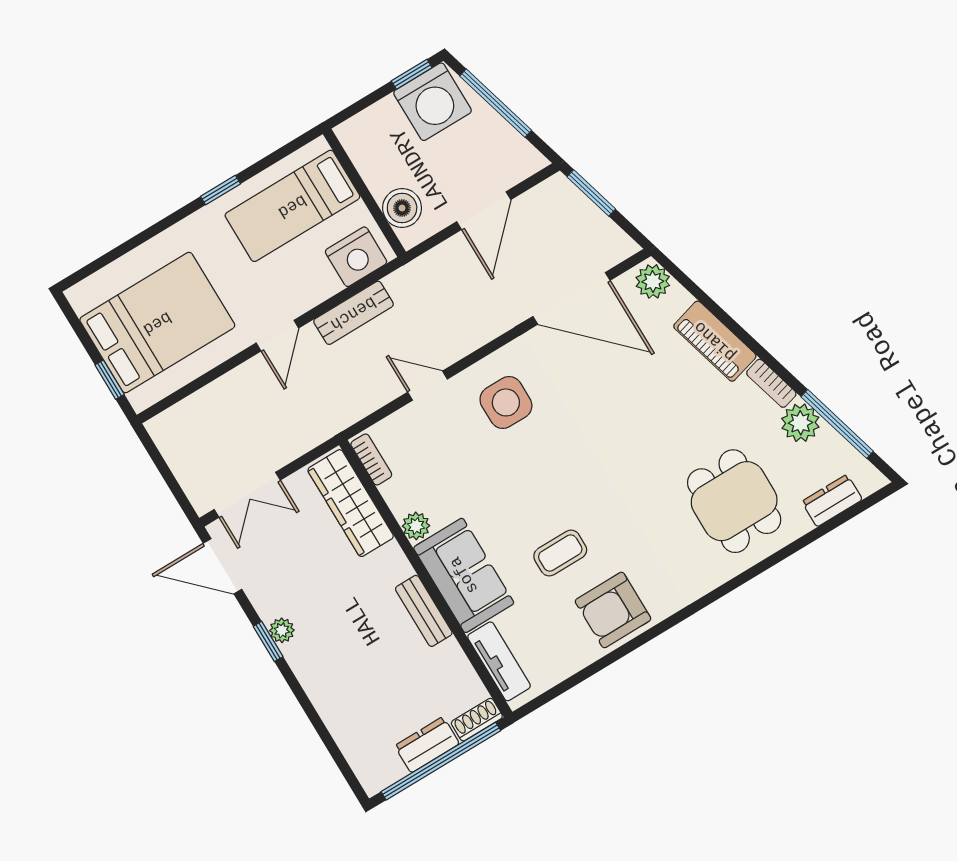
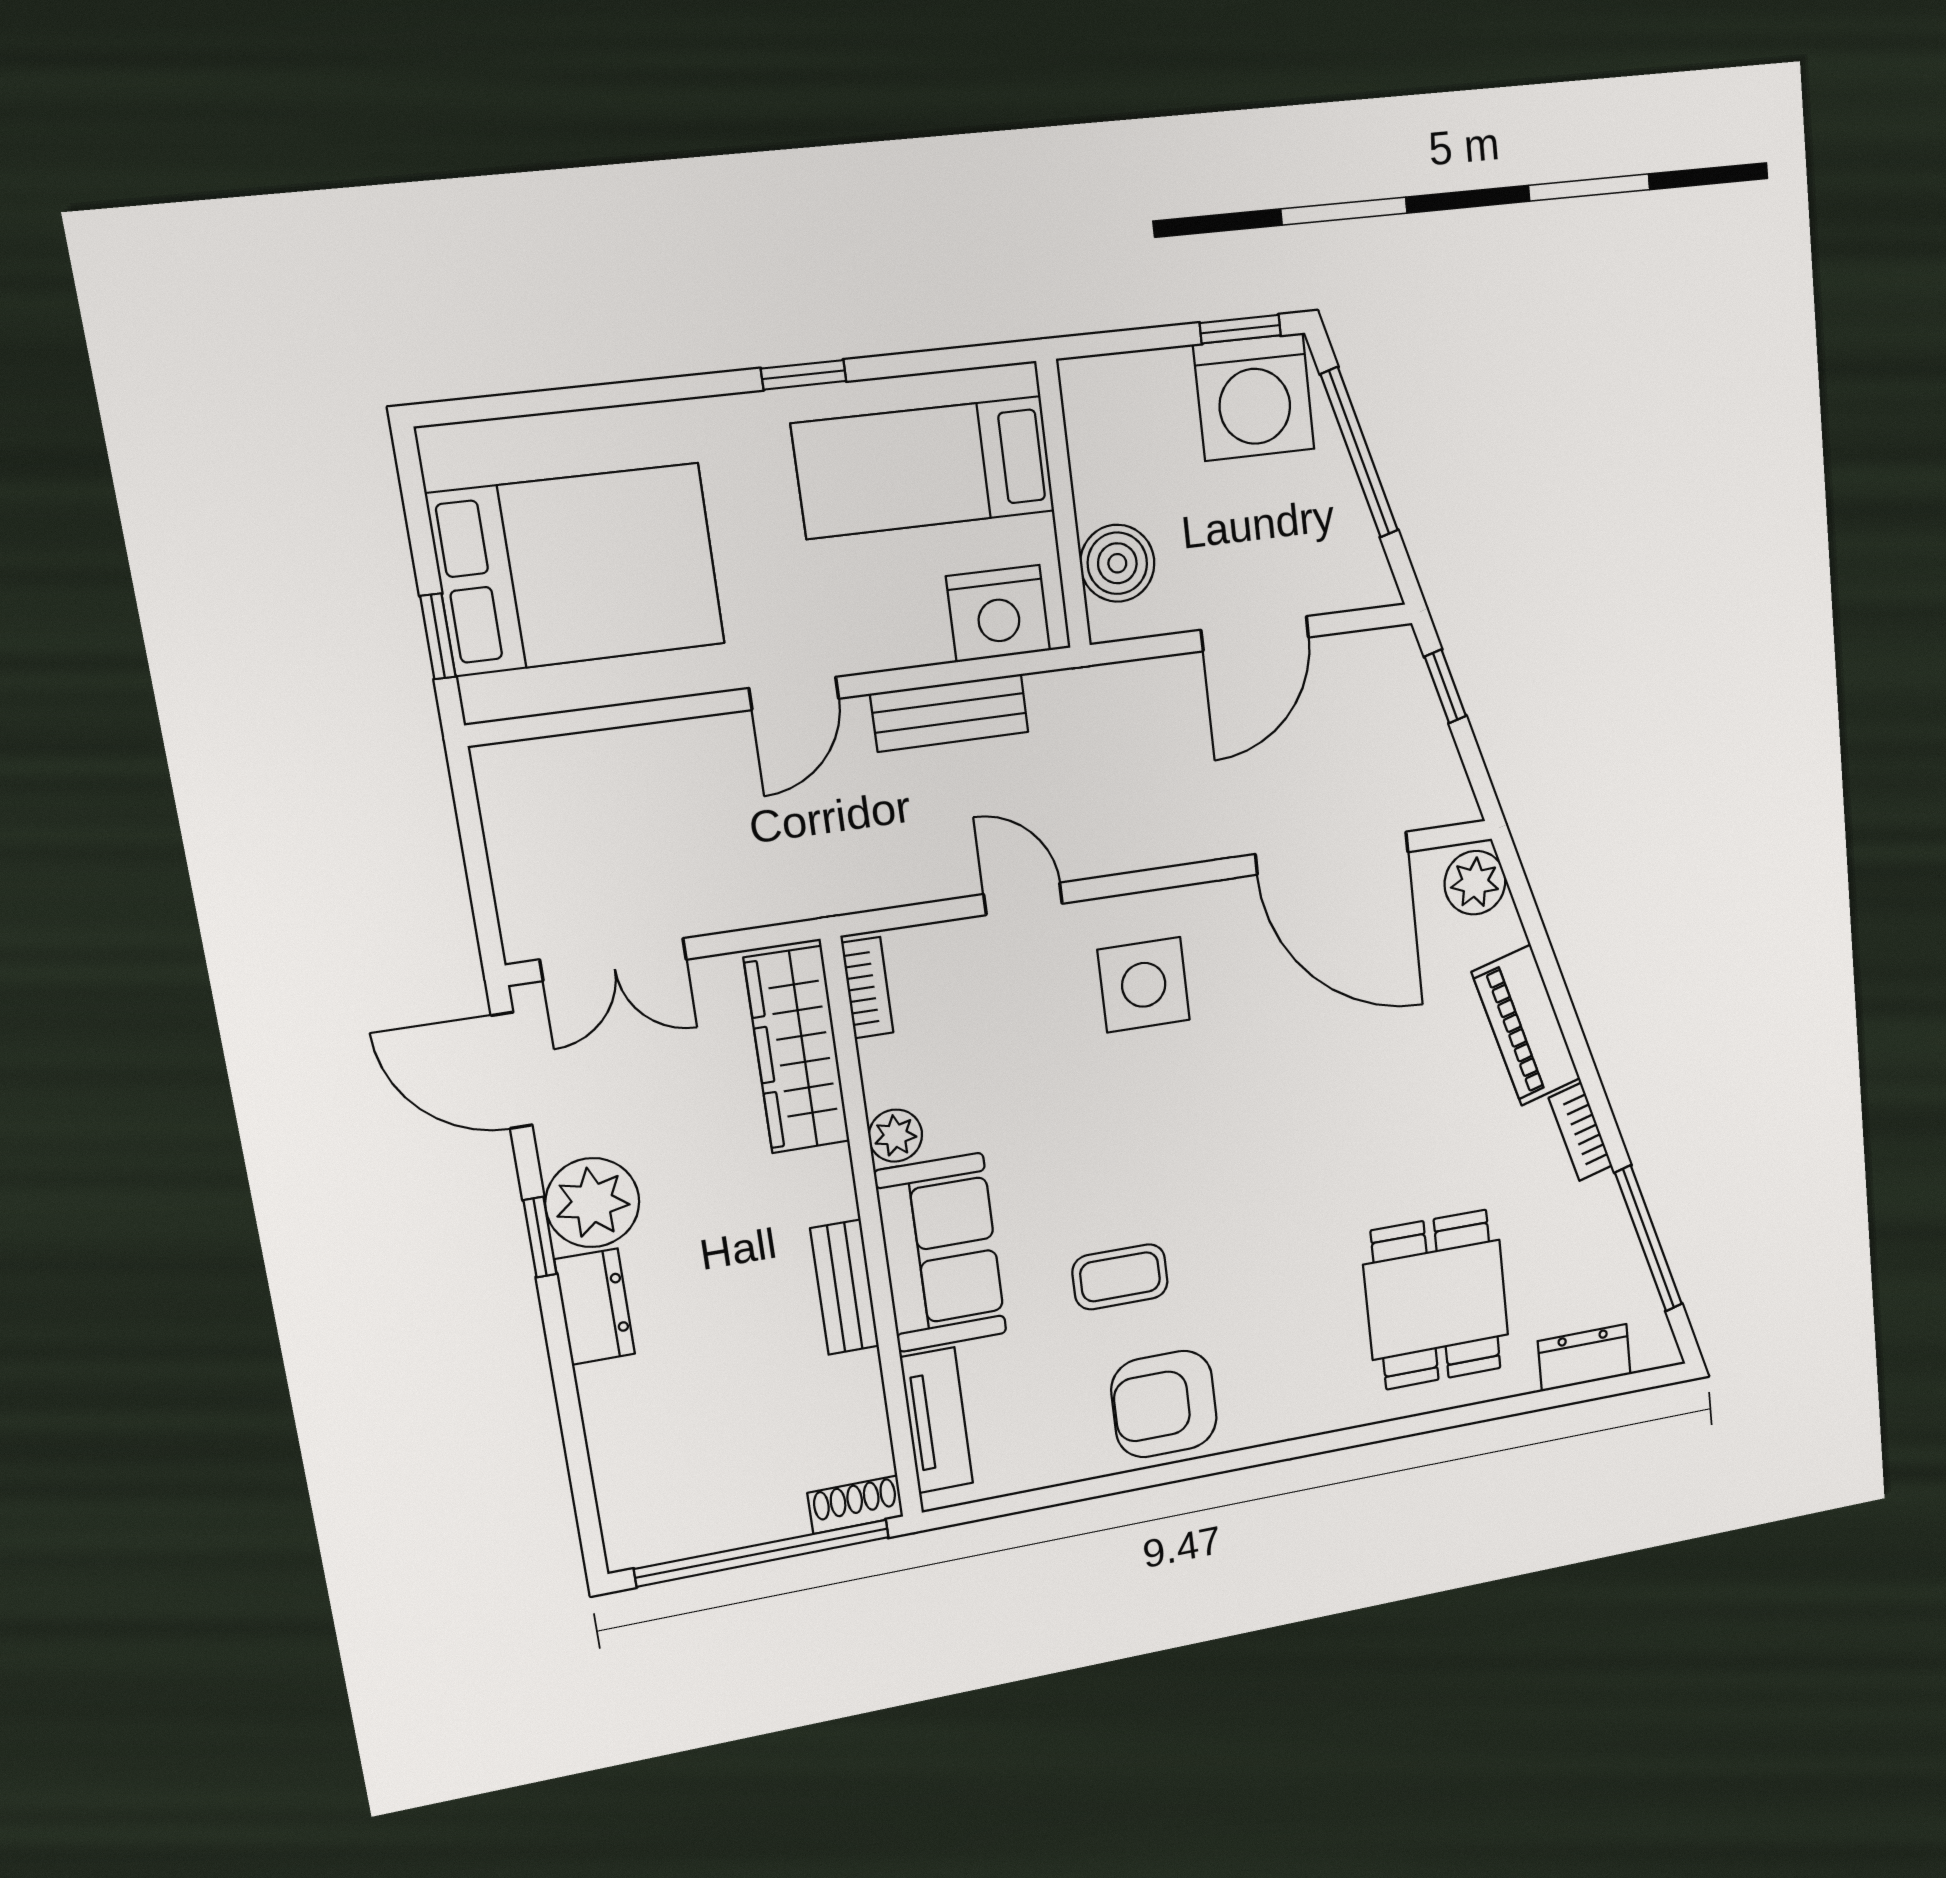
window: (591, 193) -> (1445, 686), width x0.67
plant: (800, 423) -> (1595, 1214), removed
plant: (282, 630) -> (592, 1203), width x1.87, depth x1.87
dresser: (427, 745) -> (595, 1307), moved, turned 90

